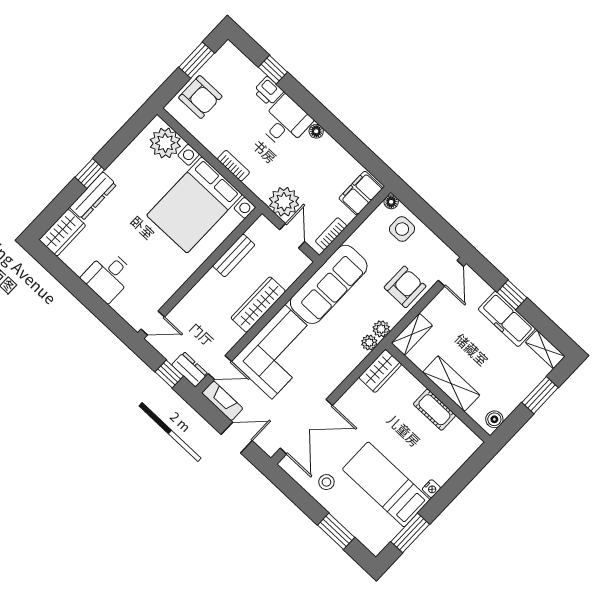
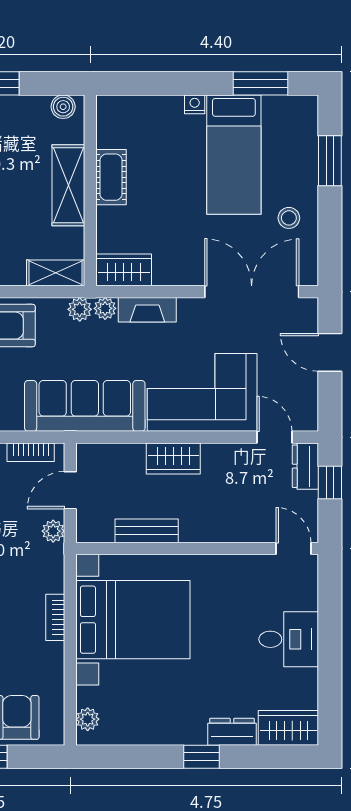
plant: (165, 143) -> (88, 719), width x0.53, depth x0.53
dresser: (93, 196) -> (232, 732), width x0.70
plant: (284, 202) -> (53, 531), width x0.53, depth x0.53
wardrobe: (258, 305) -> (173, 458), width x0.67
fireplace: (222, 401) -> (147, 310), moved, turned -90

